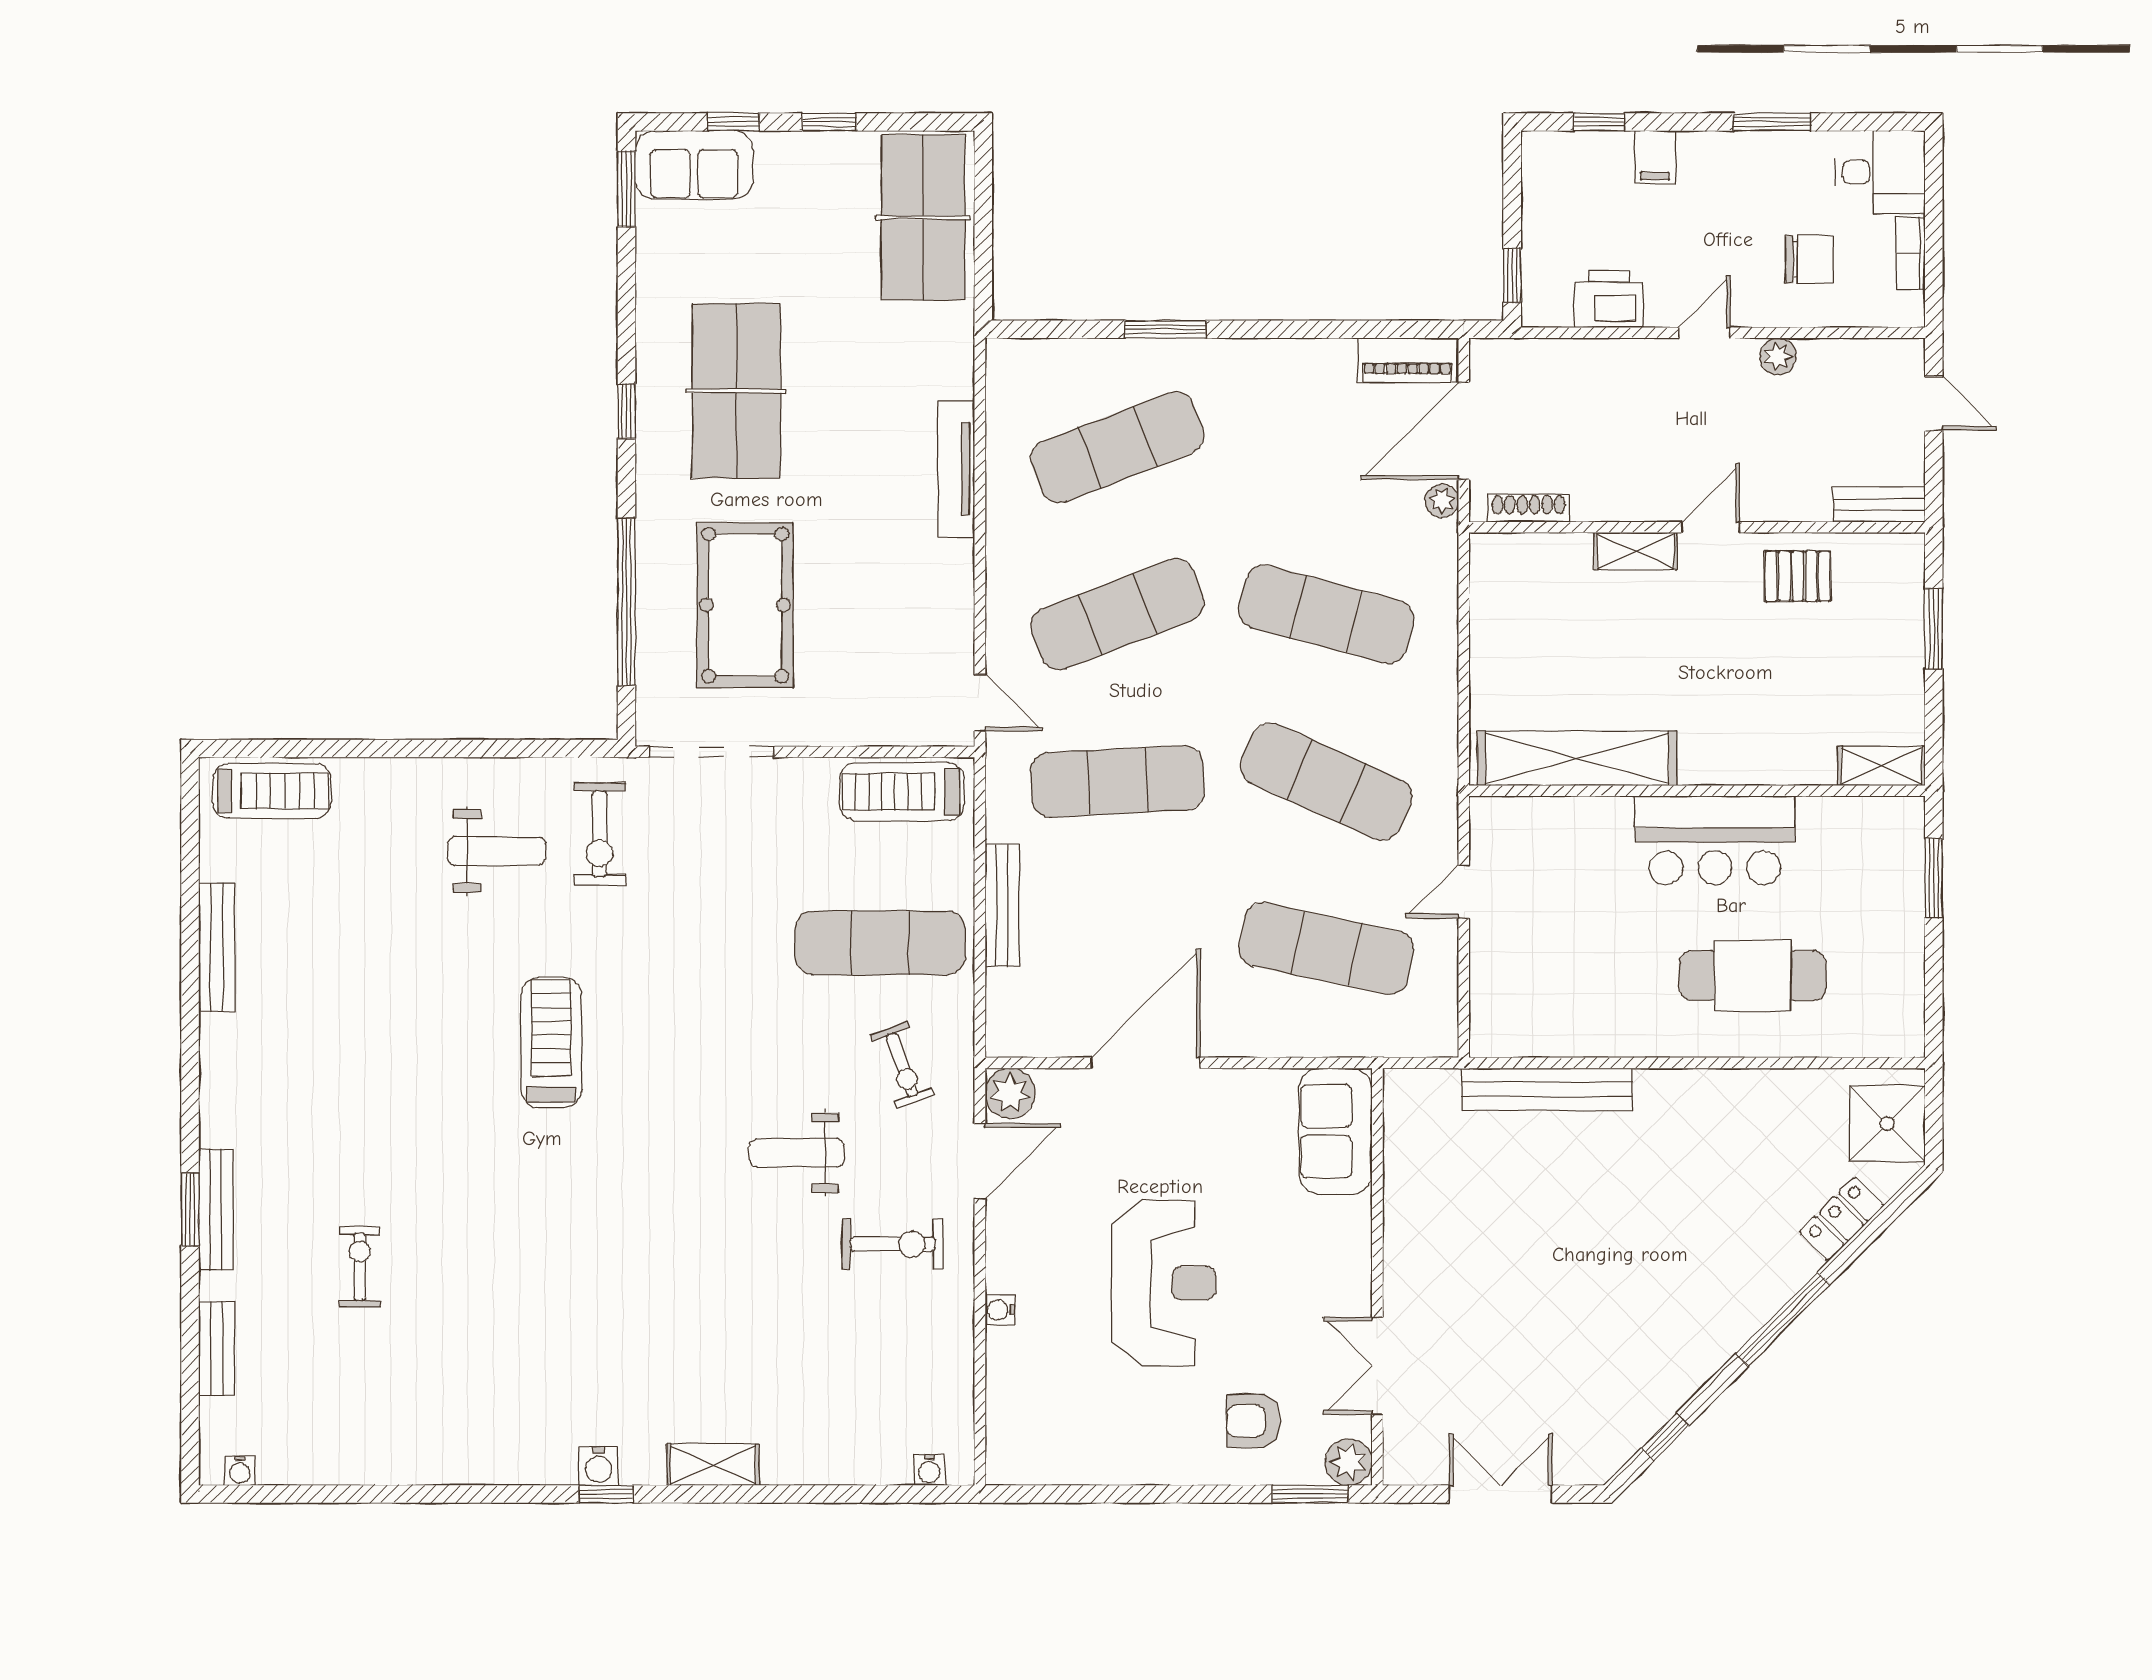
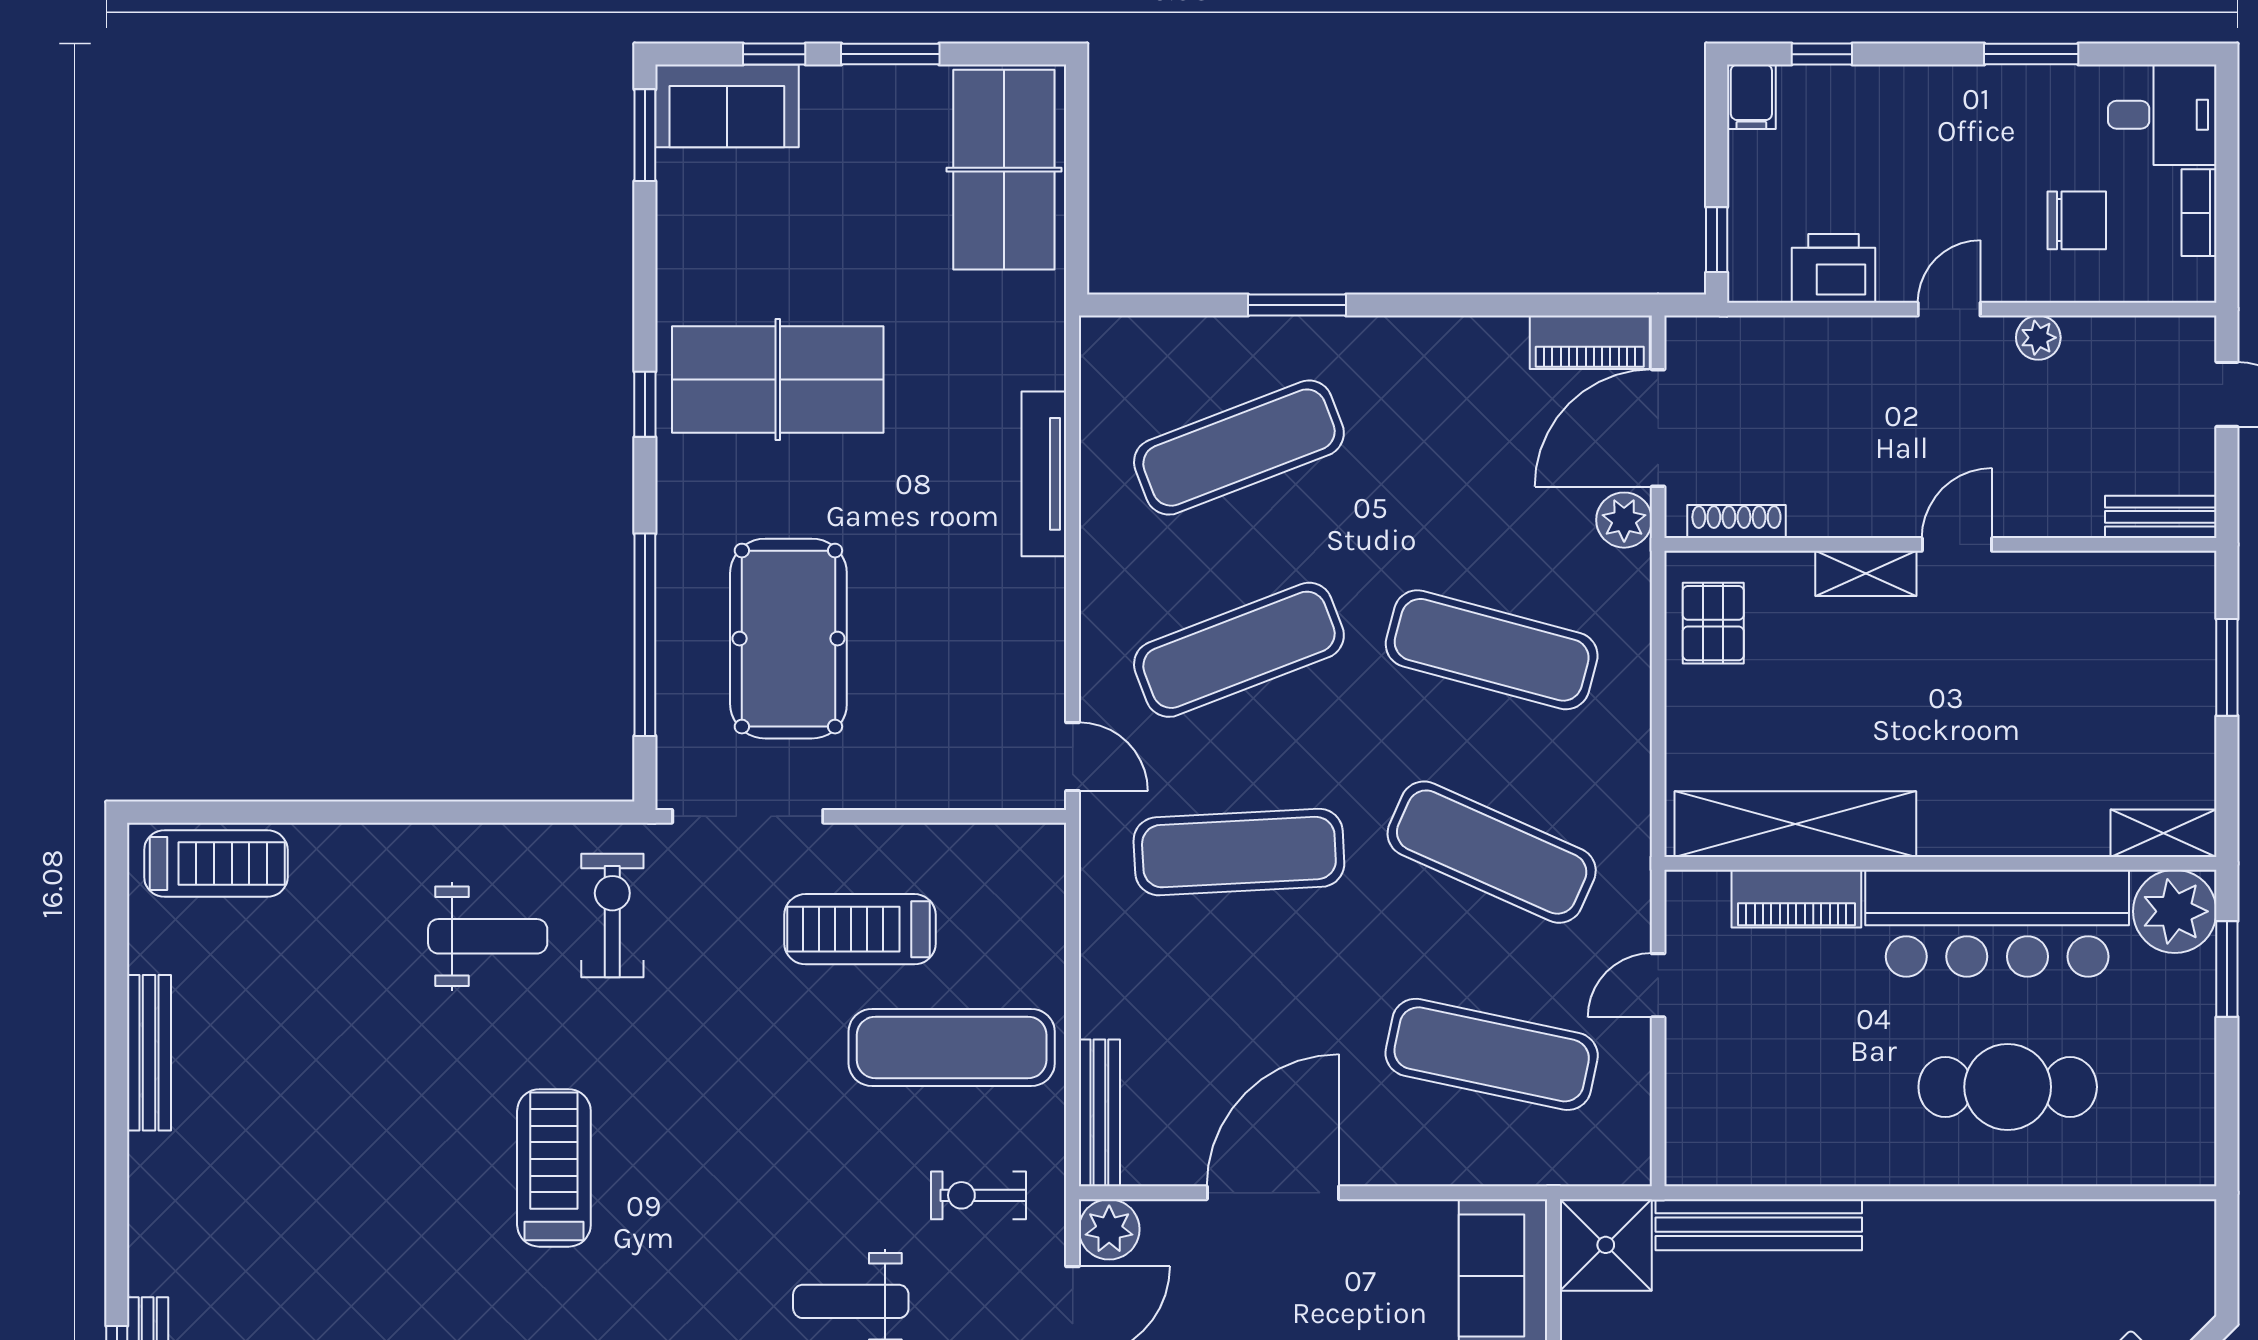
window: (829, 122) -> (890, 54), width x1.50
filing cabinet: (1655, 157) -> (1751, 97), moved
table tennis table: (736, 391) -> (778, 379), turned 90
plant: (1442, 501) -> (1624, 520), width x1.38, depth x1.38
pallet: (1798, 576) -> (1713, 623), moved, turned 90
treadmill: (902, 792) -> (860, 929), moved
piano: (1578, 820) -> (1796, 899), added
plant: (1891, 830) -> (2175, 911), added
exercise bike: (600, 834) -> (612, 916), turned 180
bar counter: (1715, 840) -> (1997, 923), width x1.36
bench: (1002, 905) -> (1099, 1113), moved
exercise bike: (902, 1065) -> (978, 1195), turned 110
shower: (1887, 1124) -> (1606, 1245), moved

